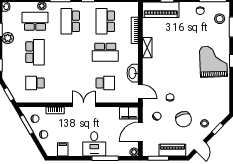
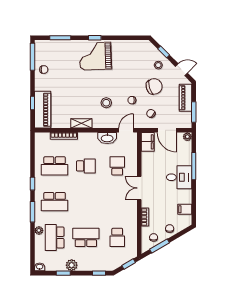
stool: (220, 19) -> (106, 103), moved
school desk: (105, 52) -> (86, 166), width x0.54

